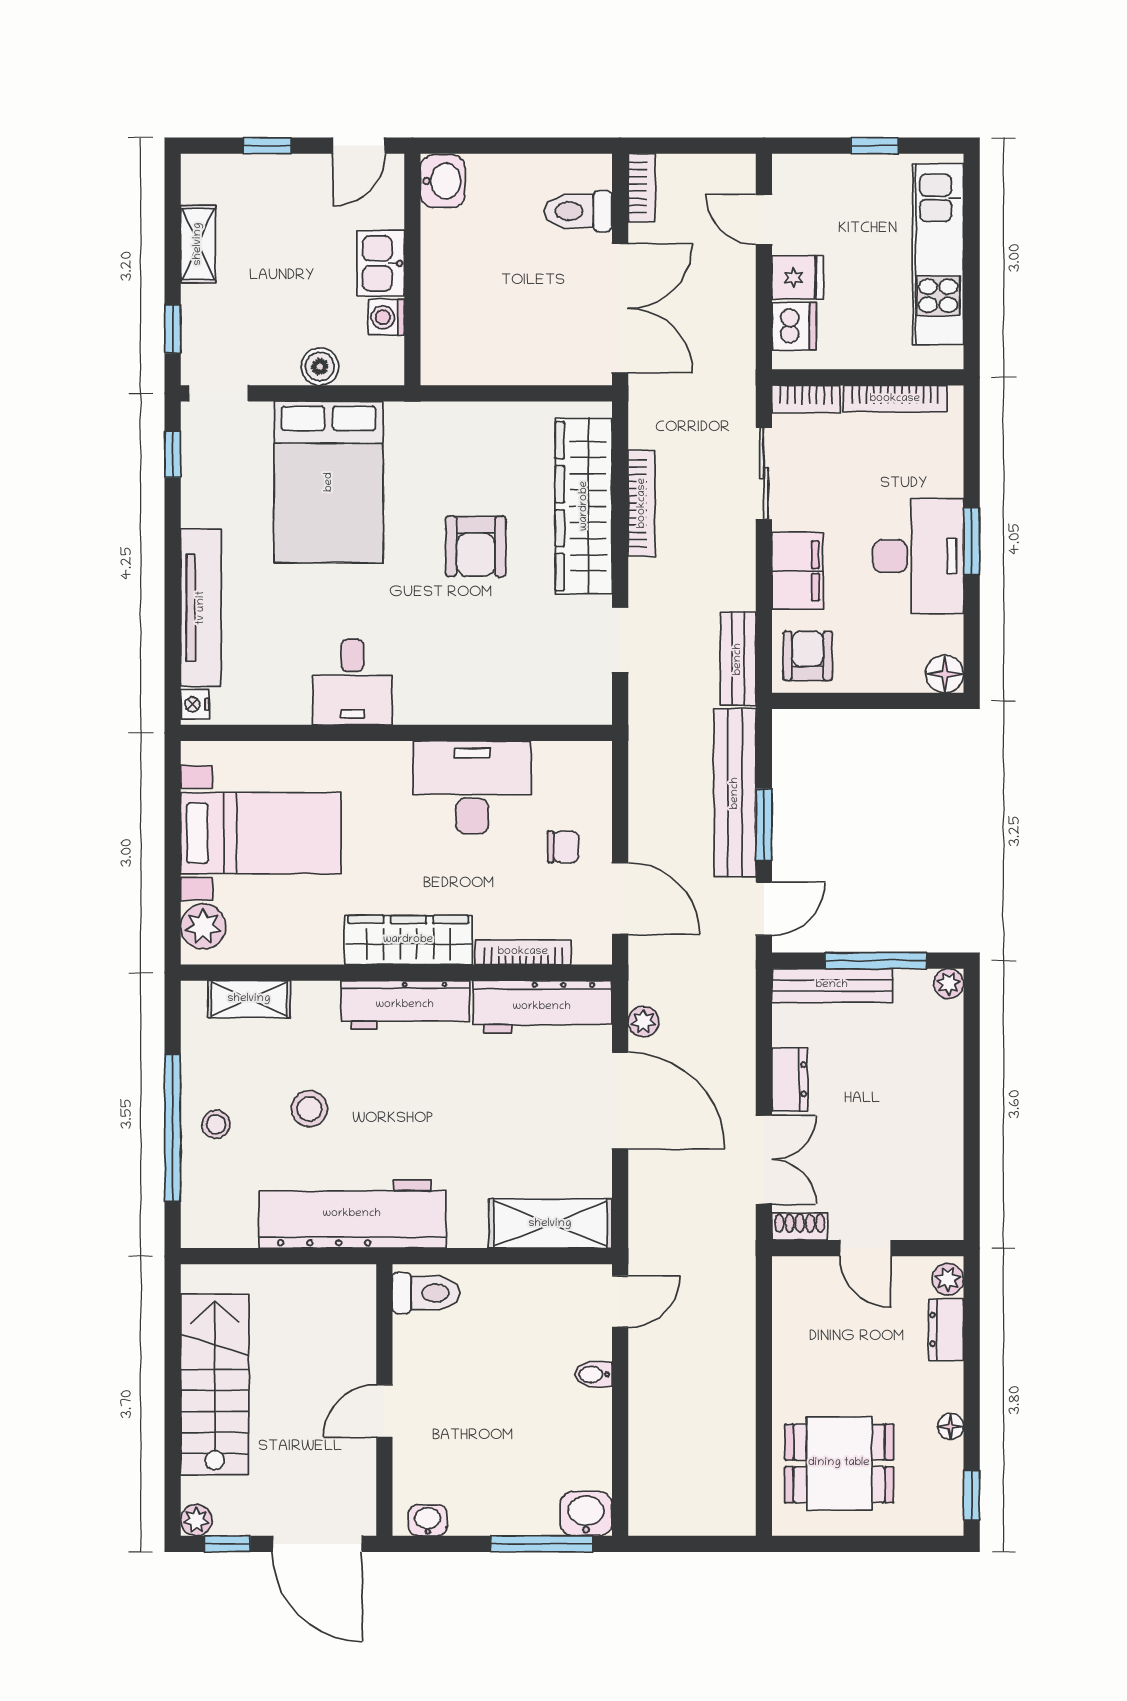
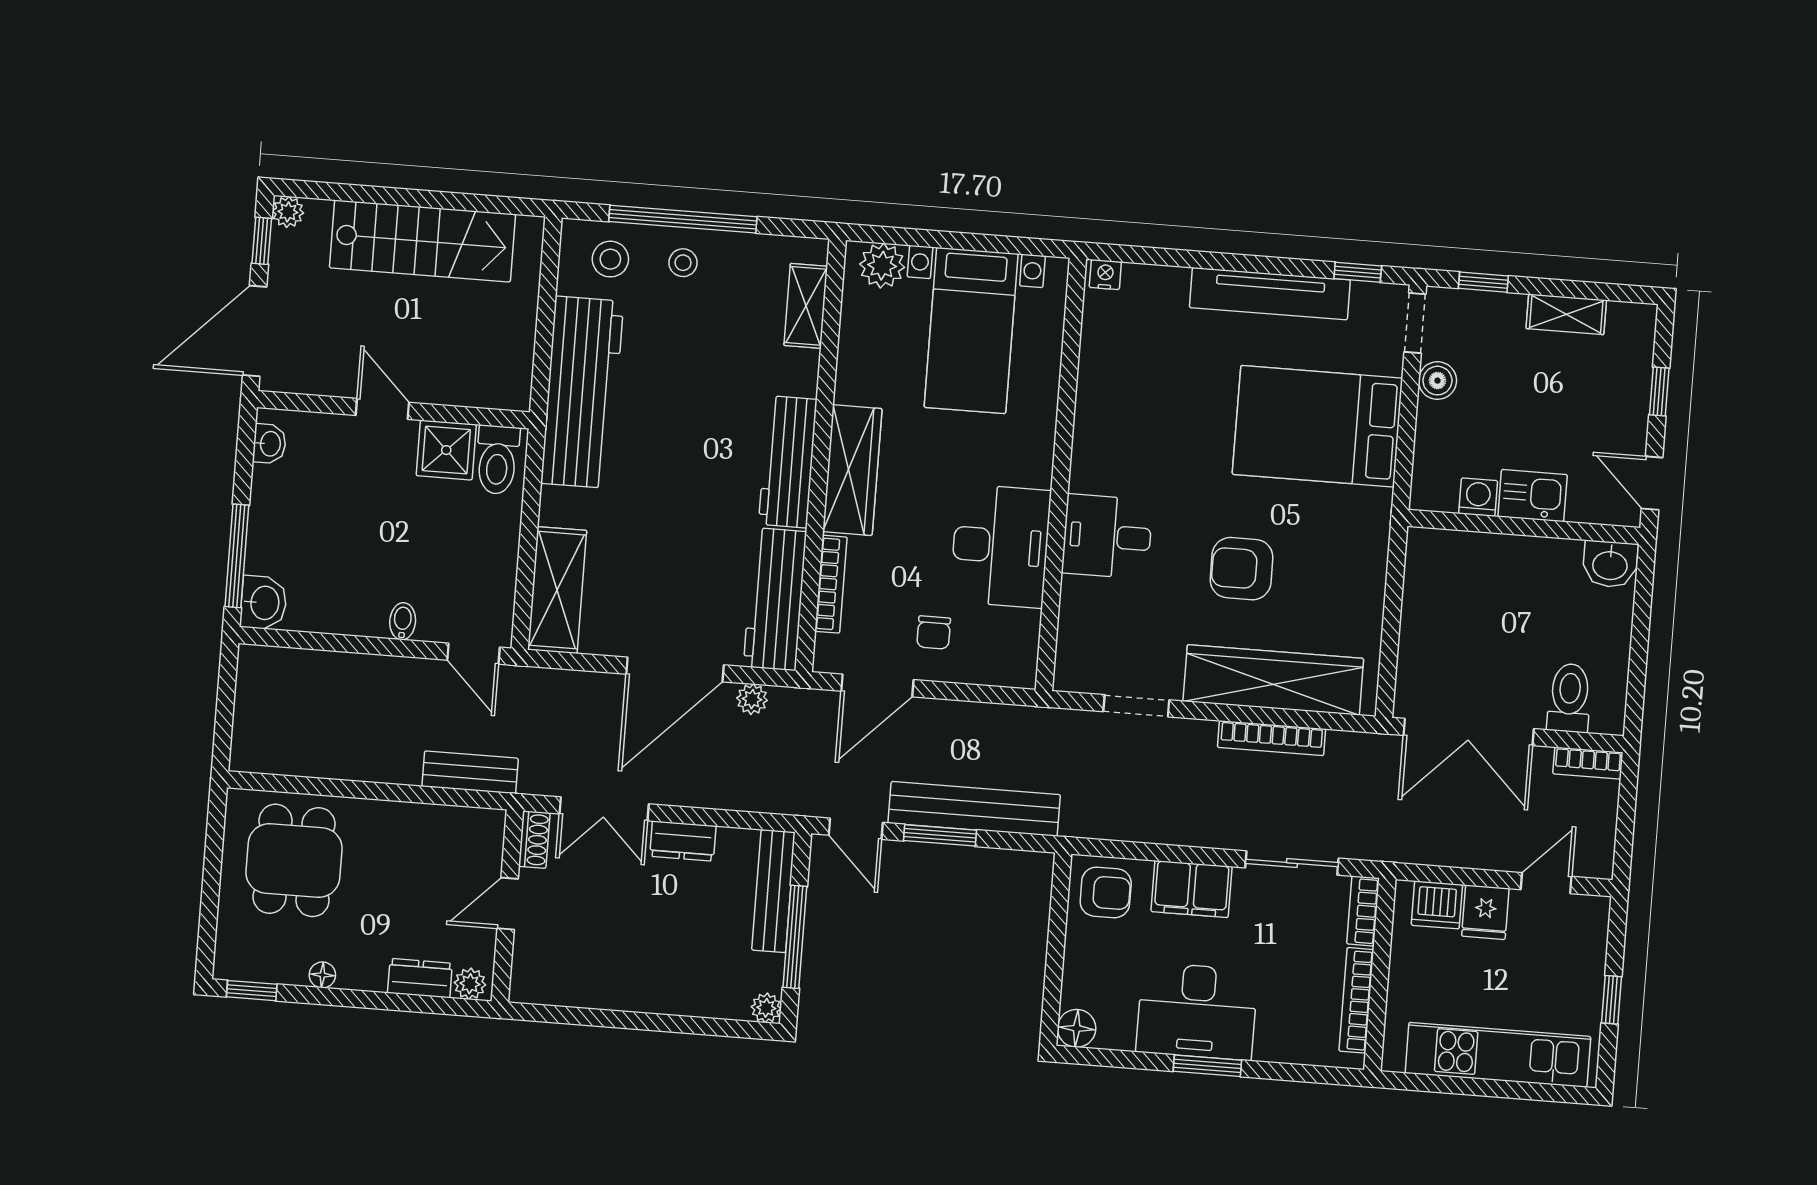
boiler: (320, 367) -> (1437, 381), moved
tv unit: (201, 608) -> (1270, 294), moved
bench: (738, 659) -> (470, 772), moved
desk: (352, 682) -> (1107, 536), moved
stool: (309, 1109) -> (610, 259), moved
shower: (420, 1344) -> (446, 450), added

